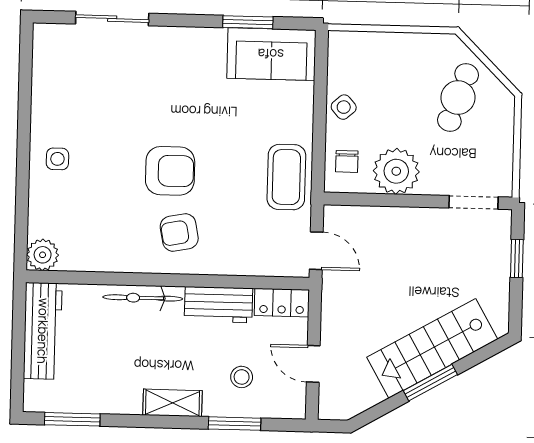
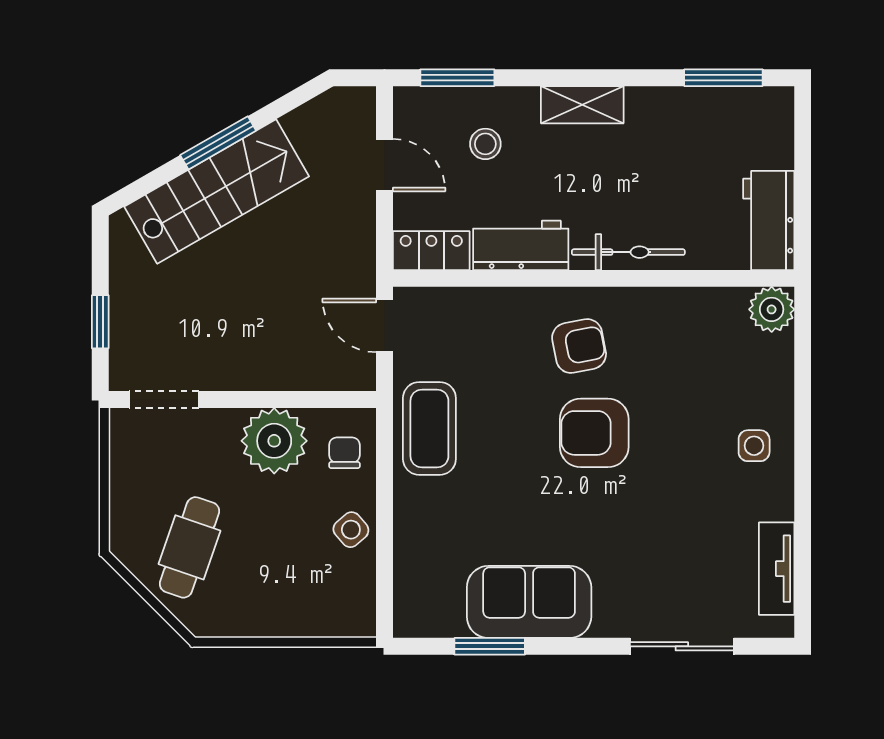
sofa: (271, 54) -> (529, 602), moved
tv unit: (44, 72) -> (777, 569), added
workbench: (43, 331) -> (769, 220), width x0.73
window: (235, 424) -> (457, 78), moved

